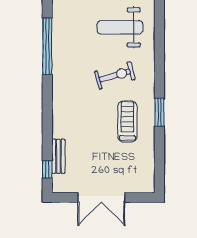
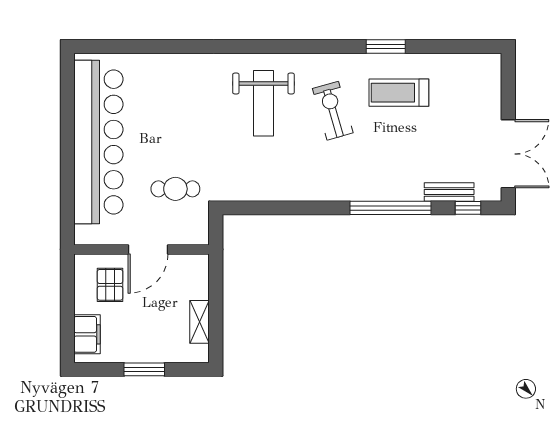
window: (47, 46) -> (390, 208), moved
double door: (101, 197) -> (508, 154), moved

